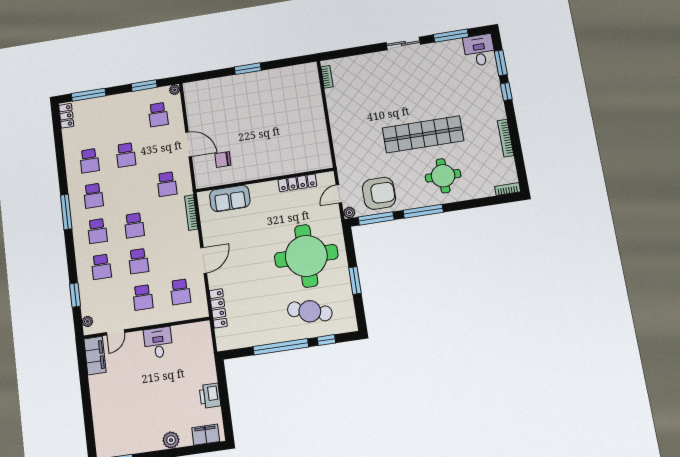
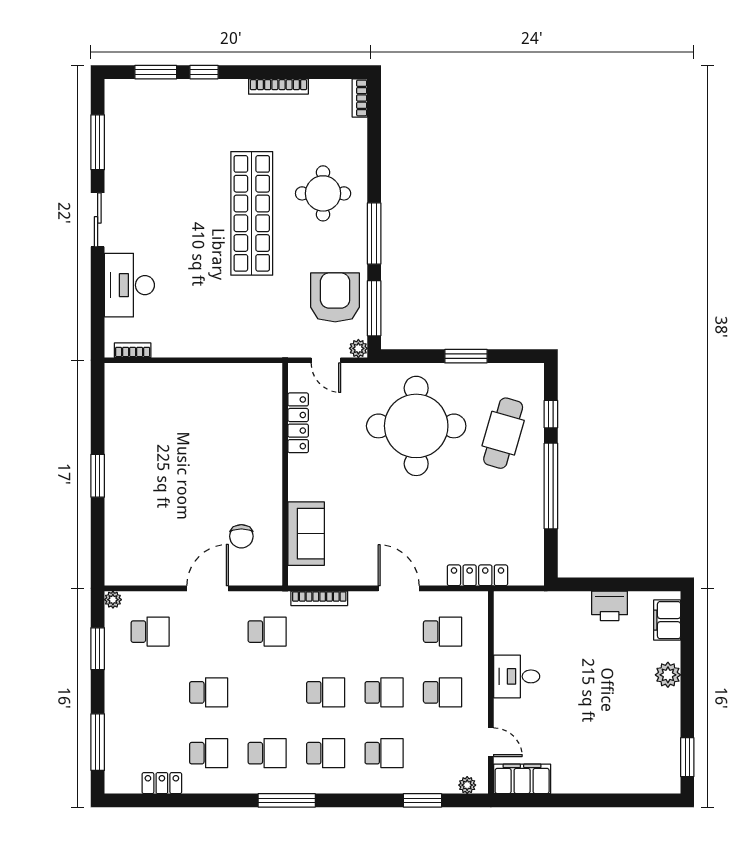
desk: (479, 50) -> (129, 285), moved, width x1.37
locker: (66, 116) -> (162, 783), moved

